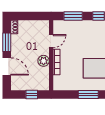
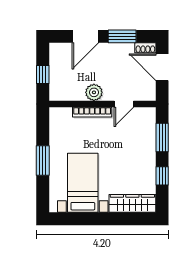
door: (27, 16) -> (162, 67), added
door: (51, 41) -> (124, 104), hinge flipped

